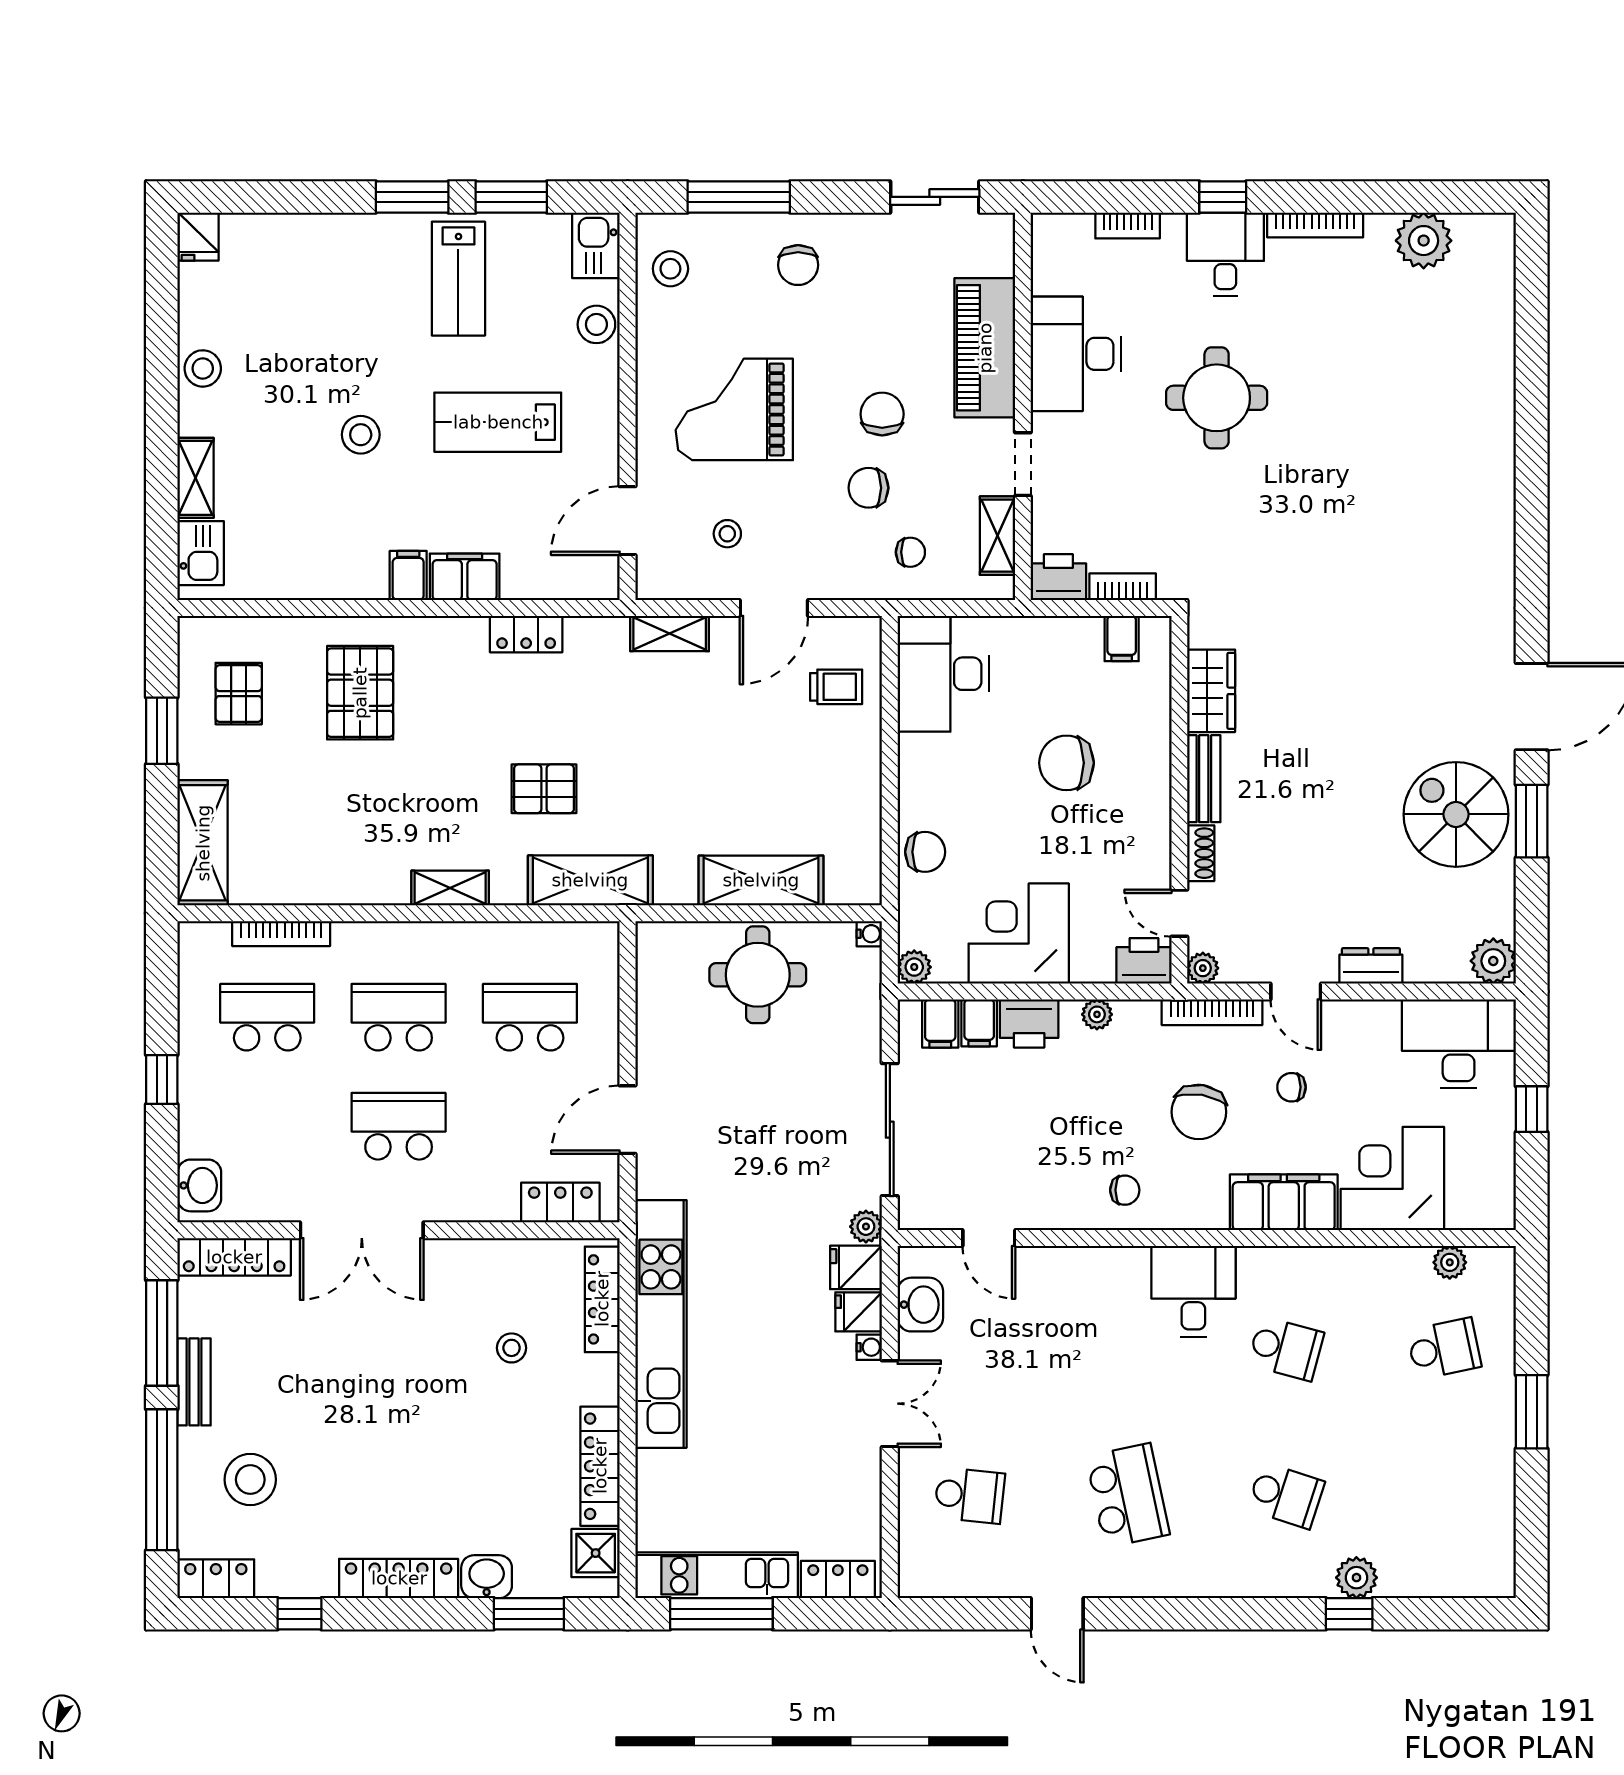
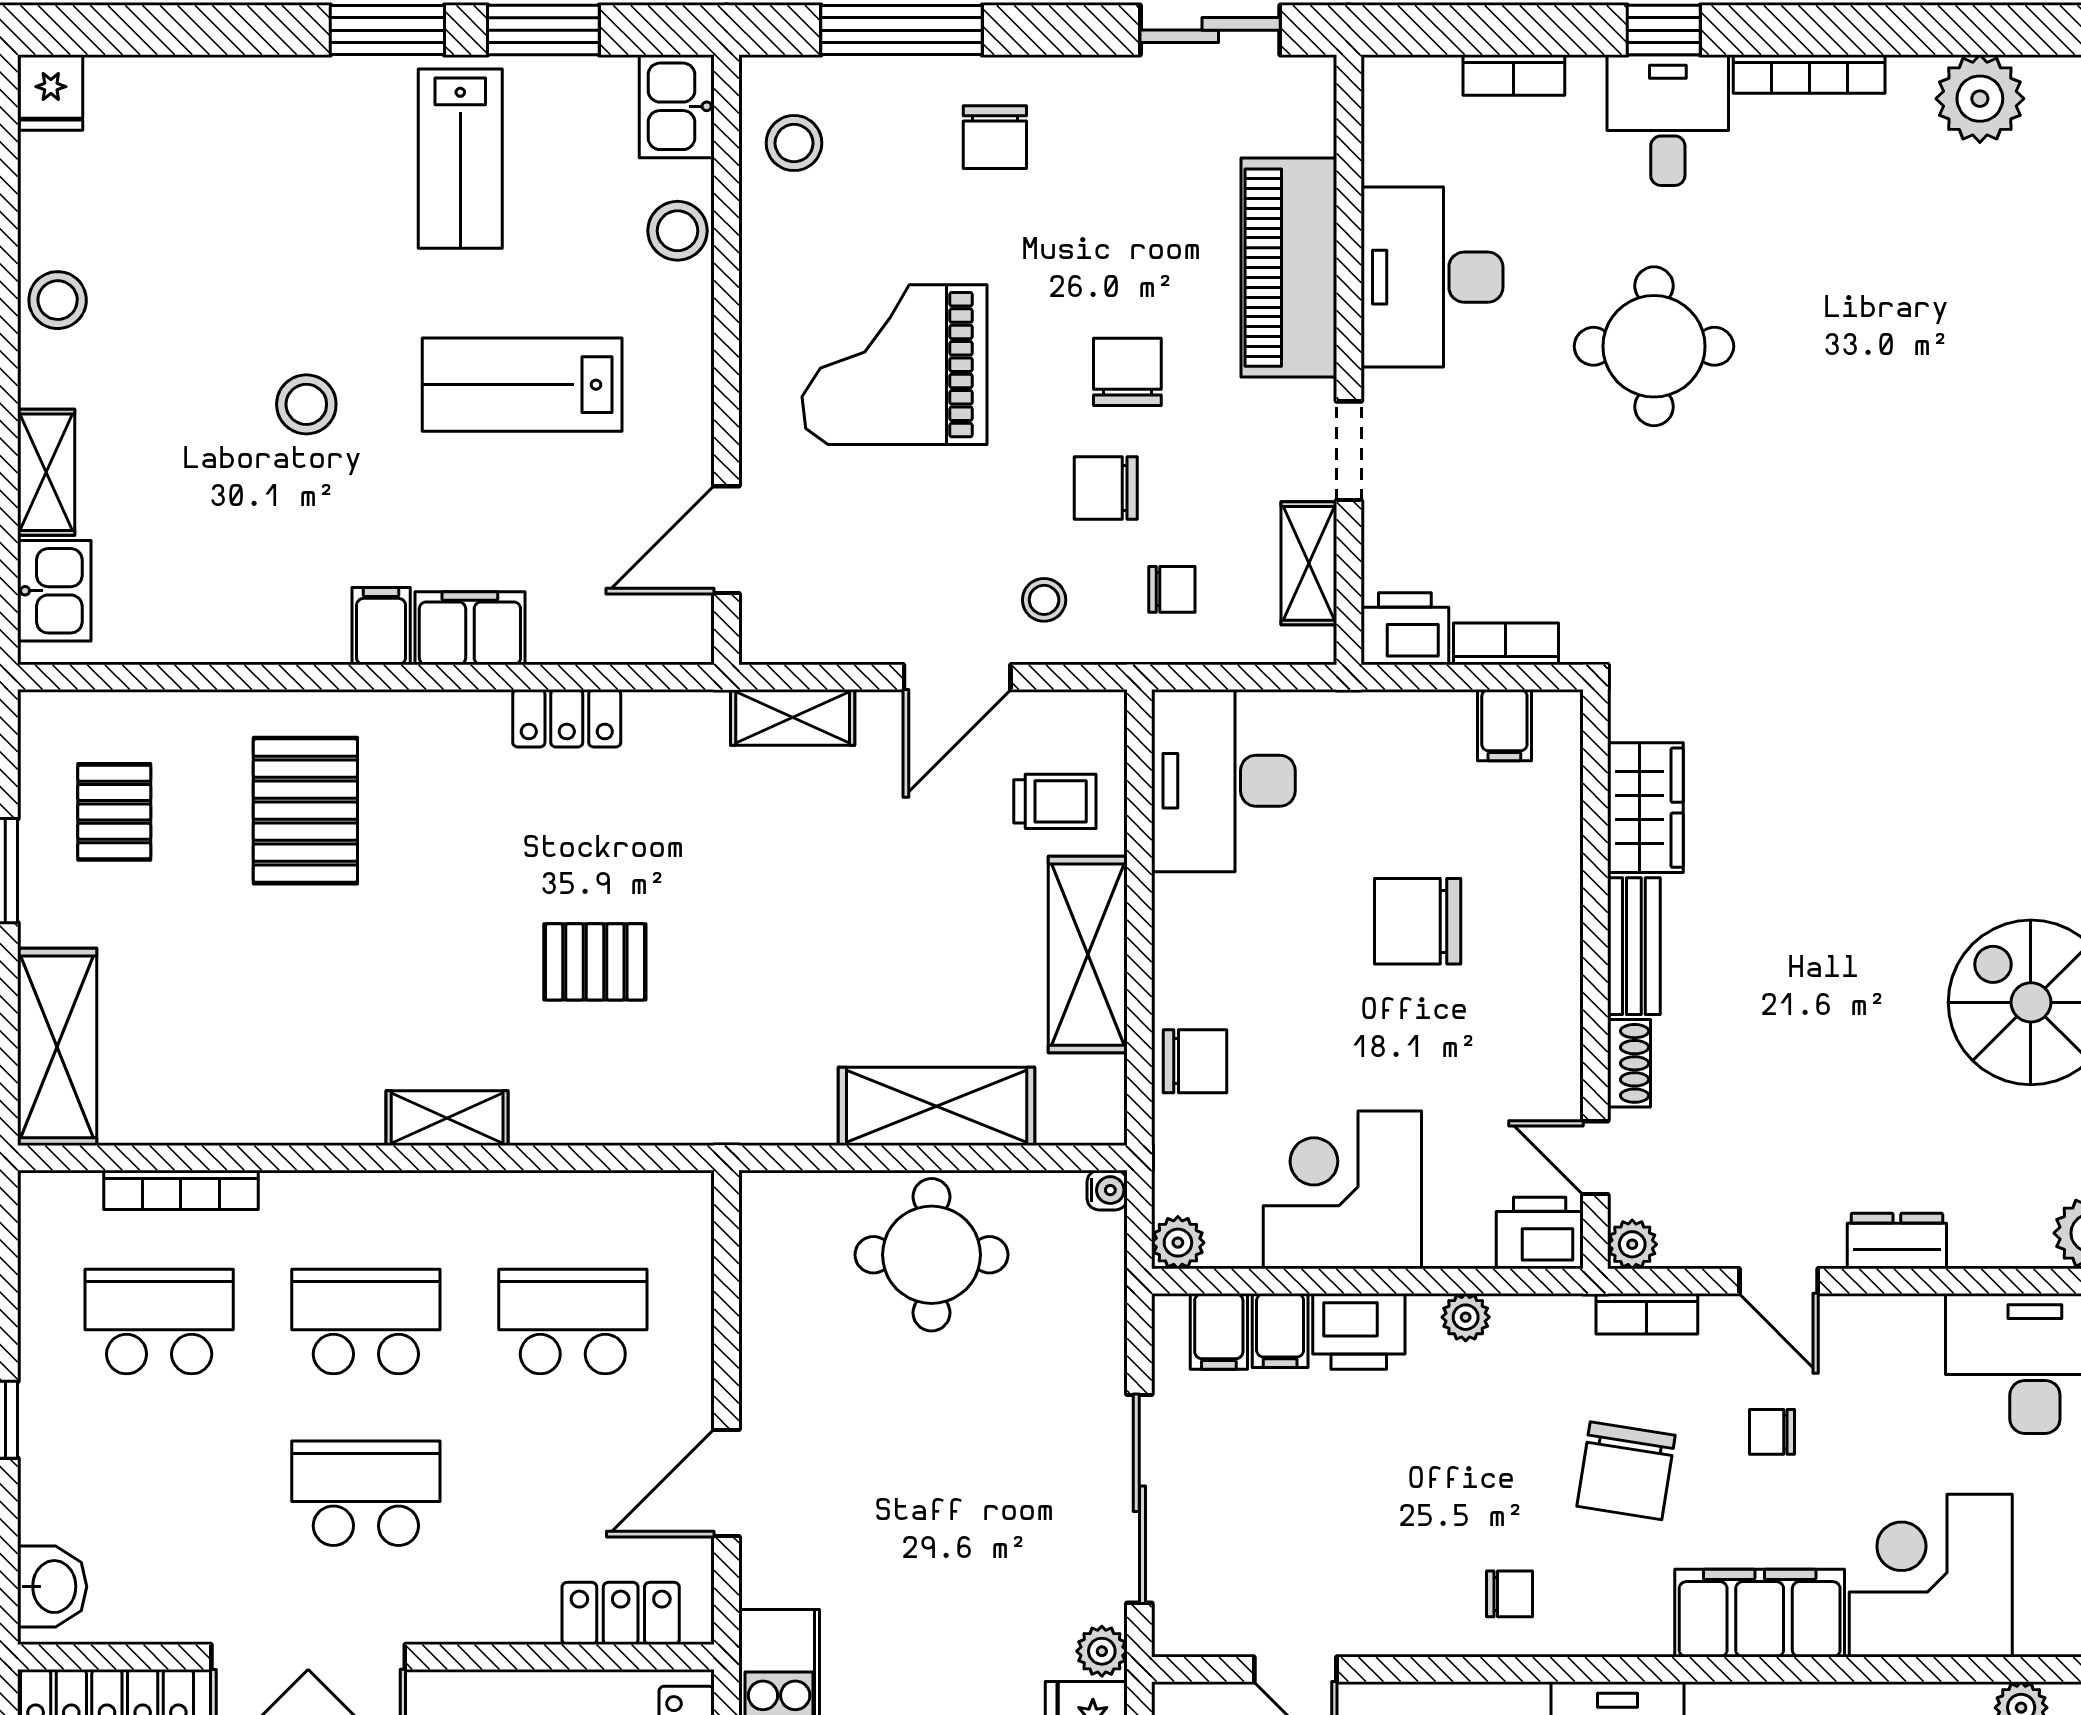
stool: (727, 534) -> (1044, 600), moved
shelving: (590, 880) -> (1088, 955), moved, turned 90
bookcase: (1212, 1012) -> (1647, 1314), width x0.64

